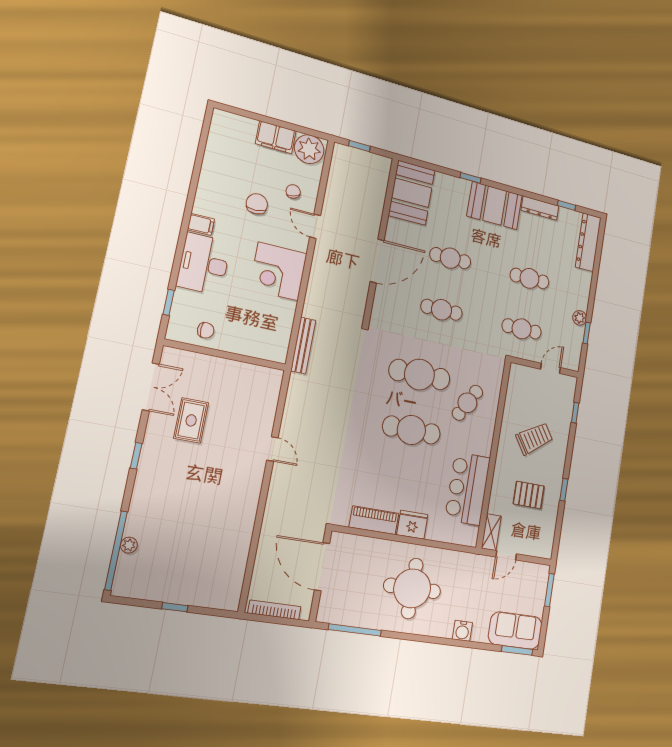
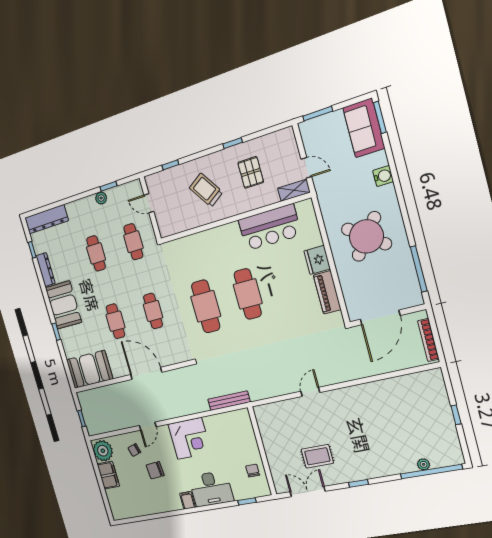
cafe table: (467, 403) -> (207, 259), removed
round table: (412, 588) -> (366, 236), turned 37

